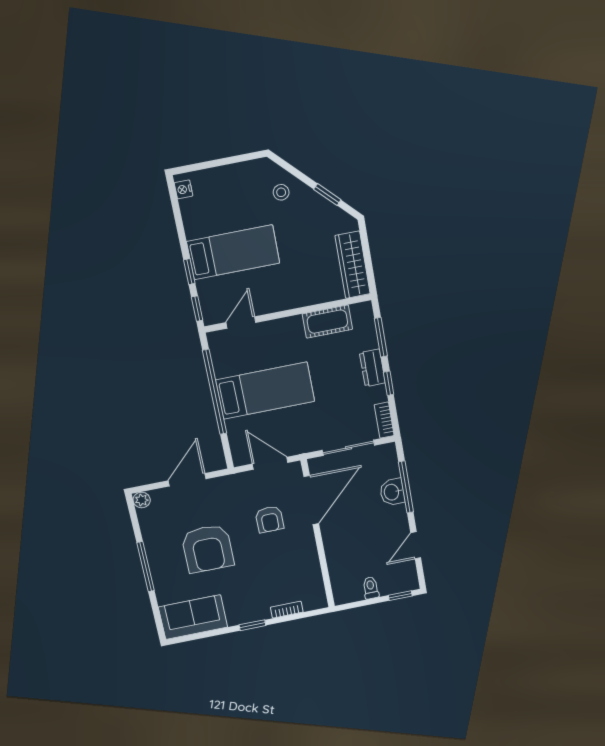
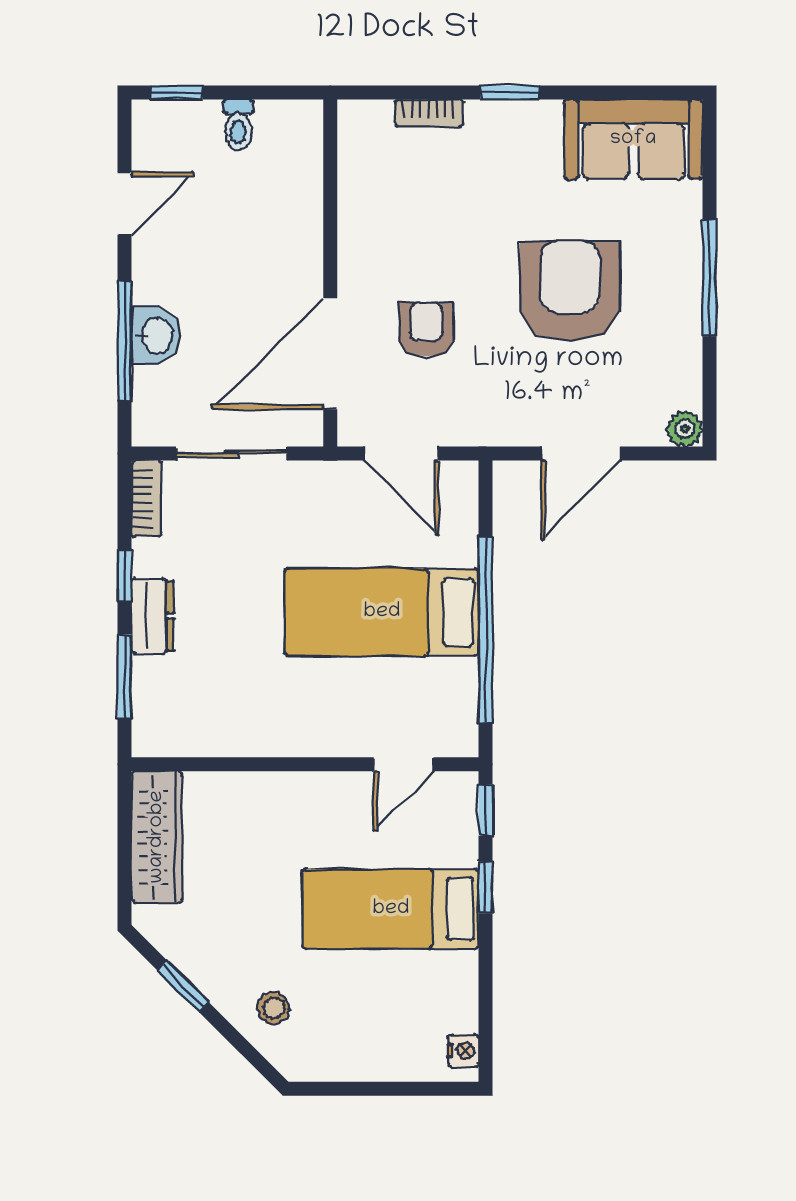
cot: (327, 322) -> (228, 731), removed

